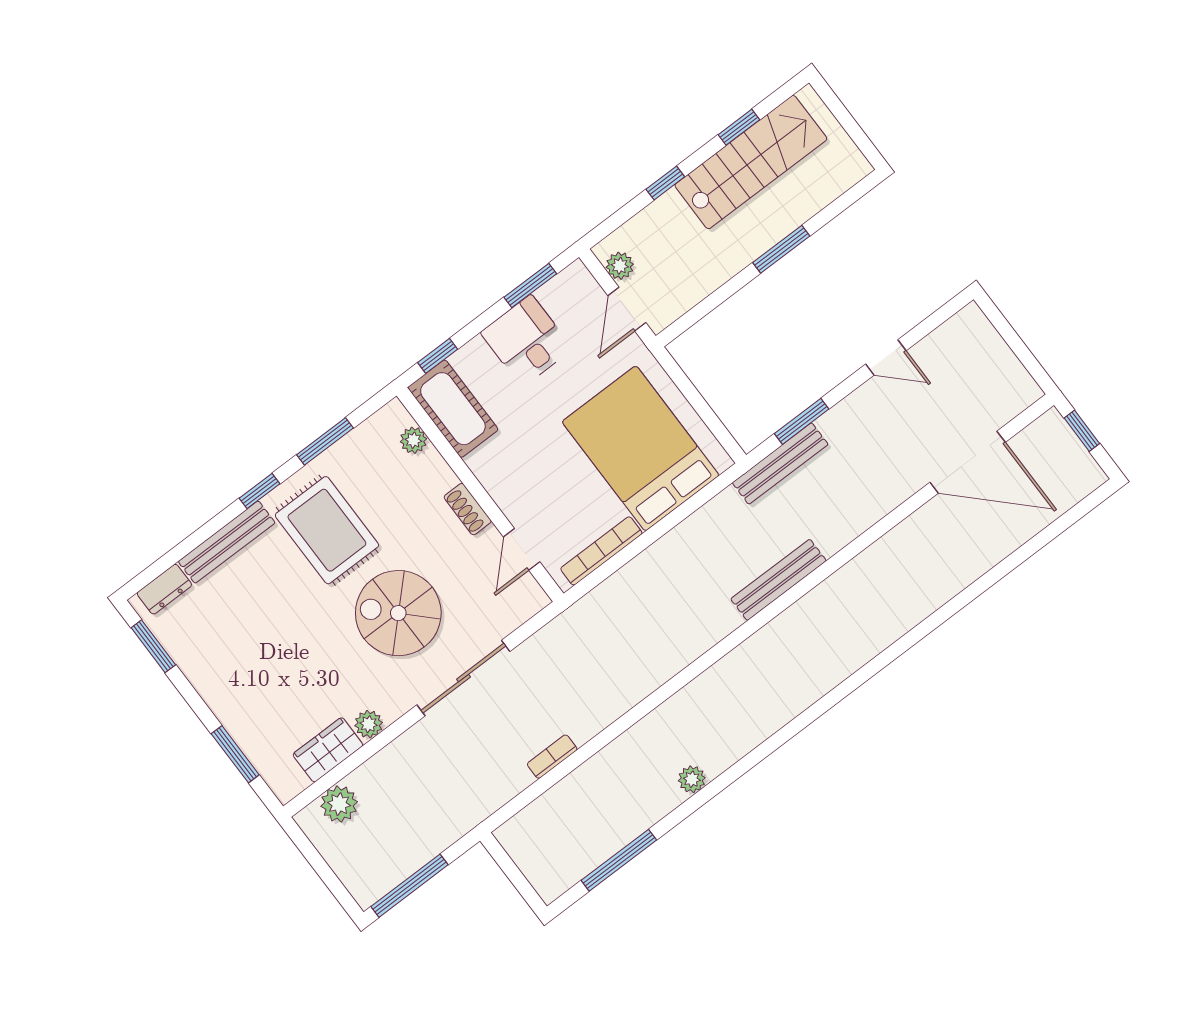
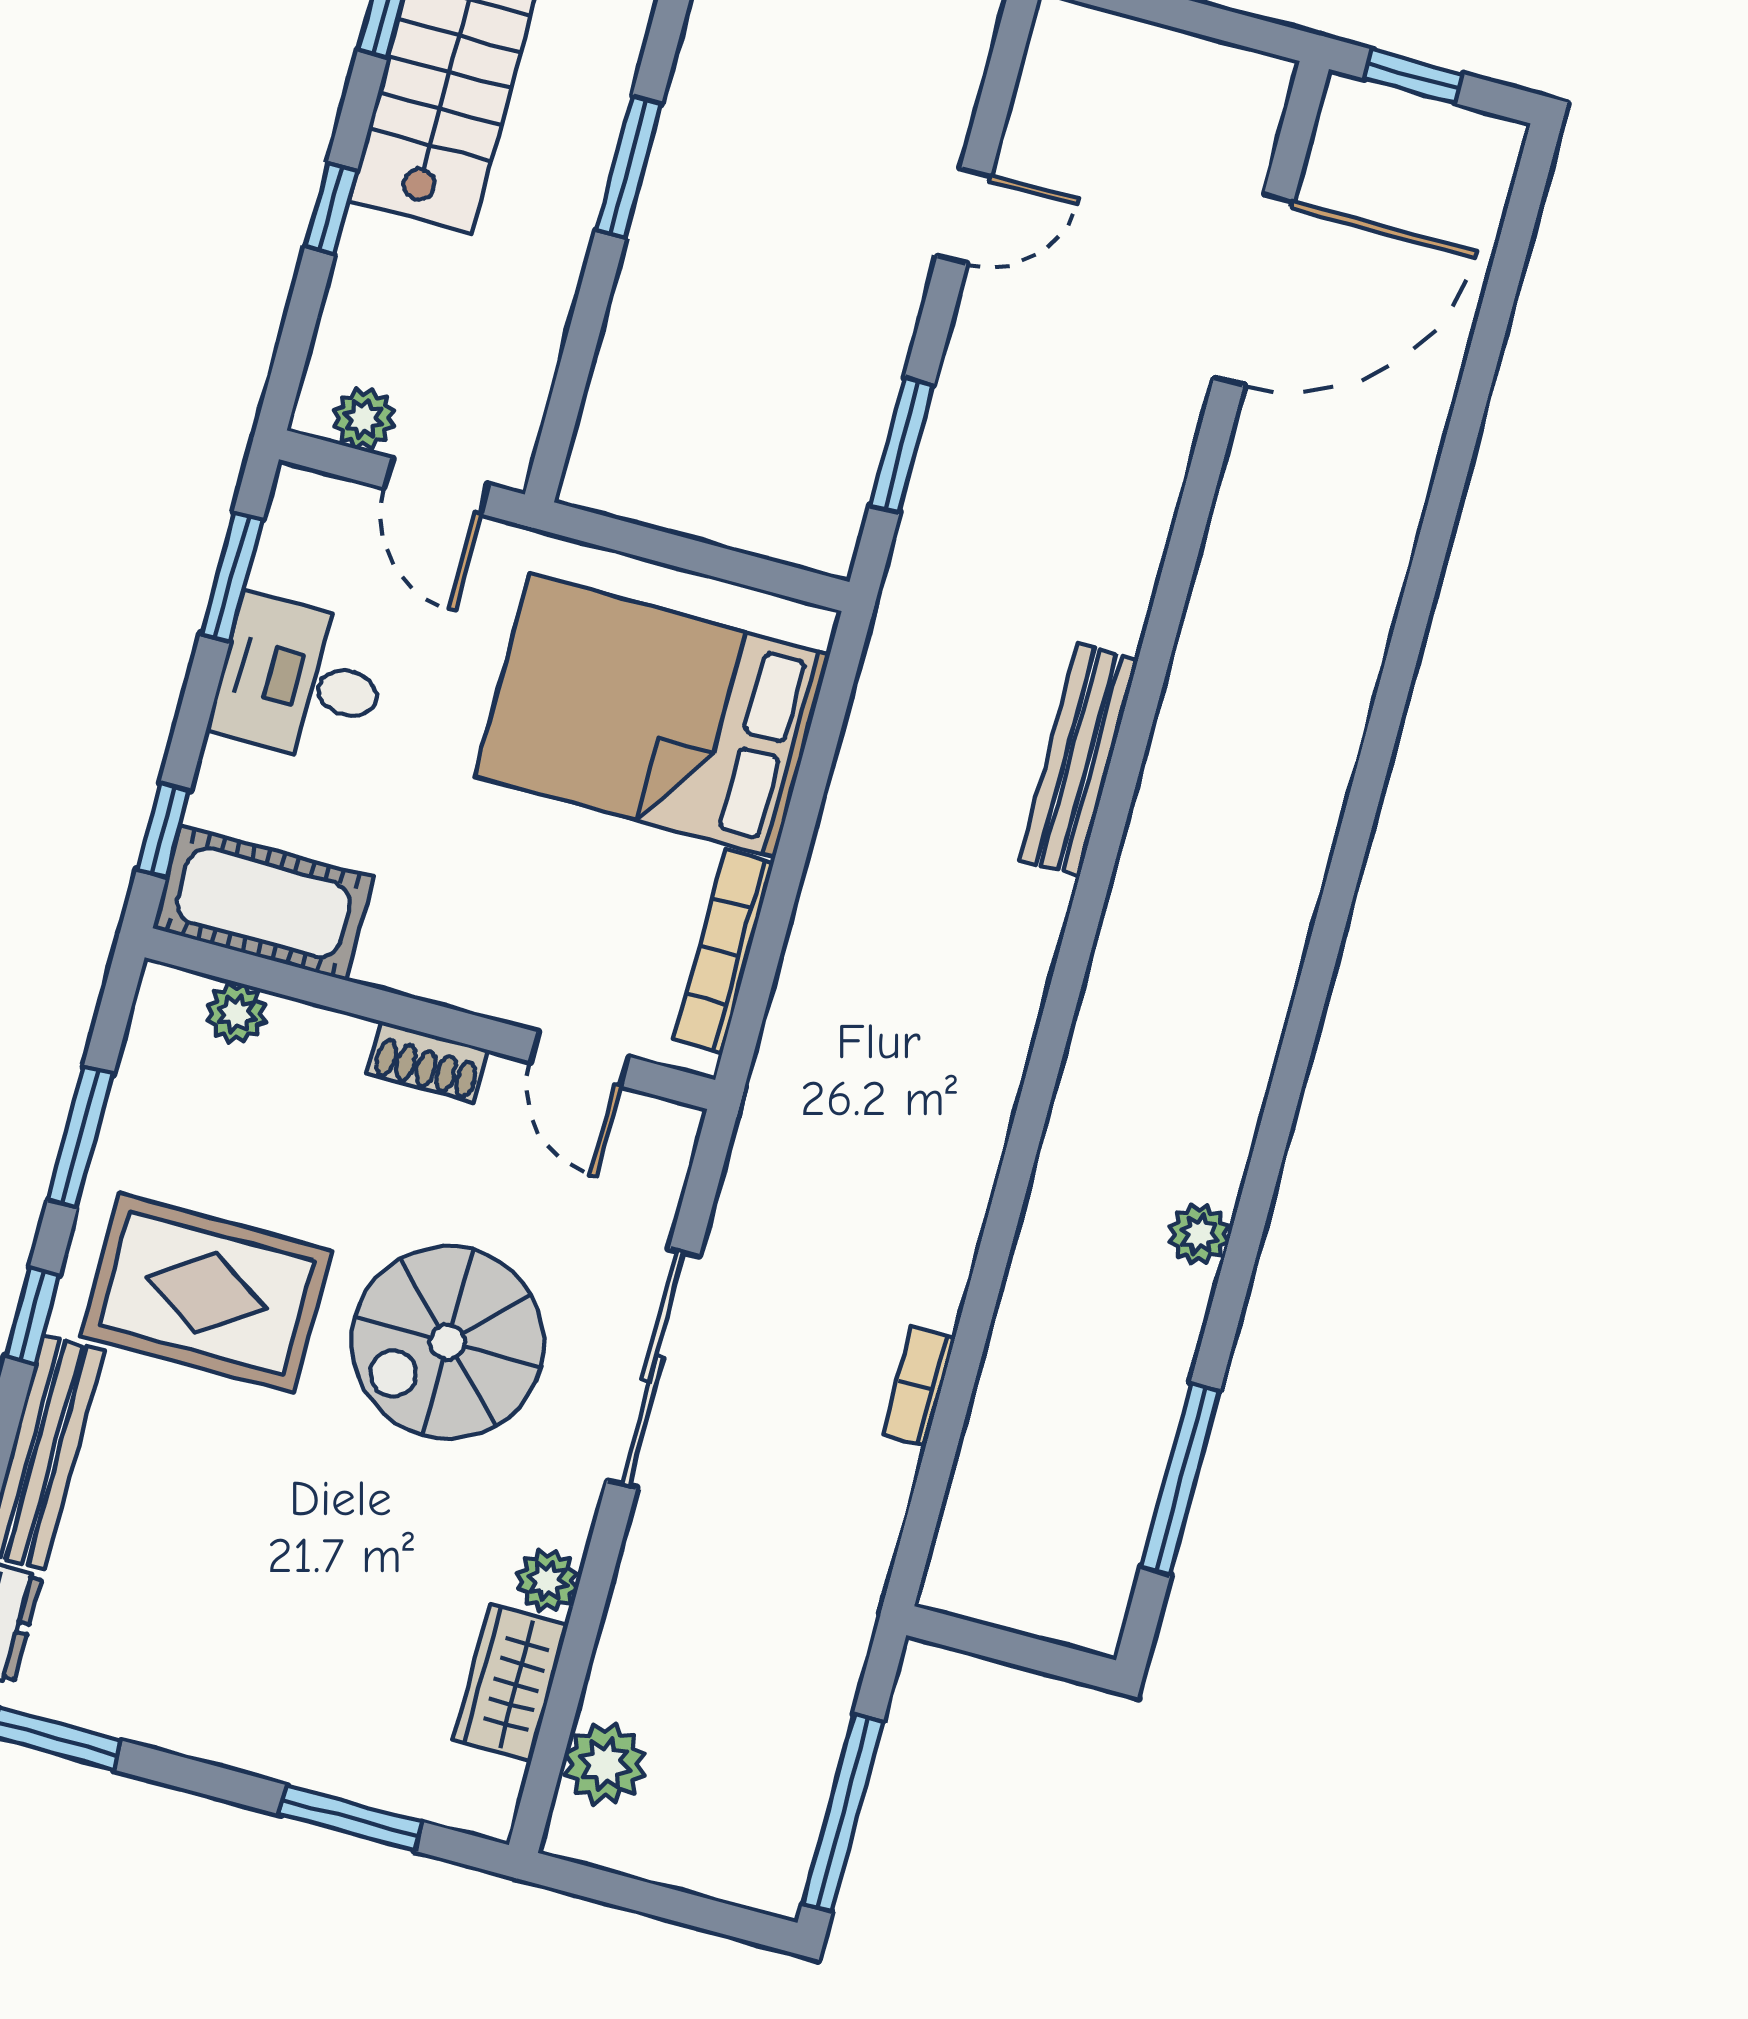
bench: (780, 464) -> (922, 550), removed

